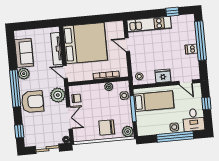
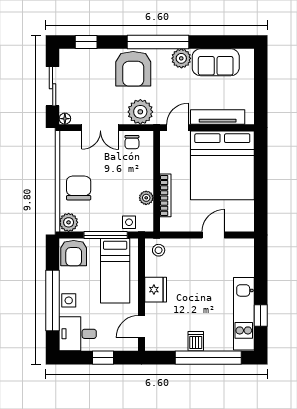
kitchen unit: (149, 24) -> (244, 314), moved
armchair: (146, 127) -> (74, 253), added

